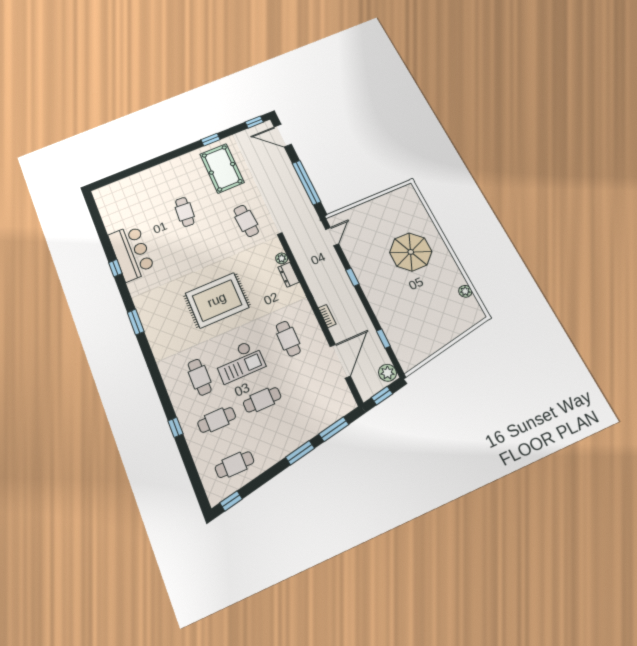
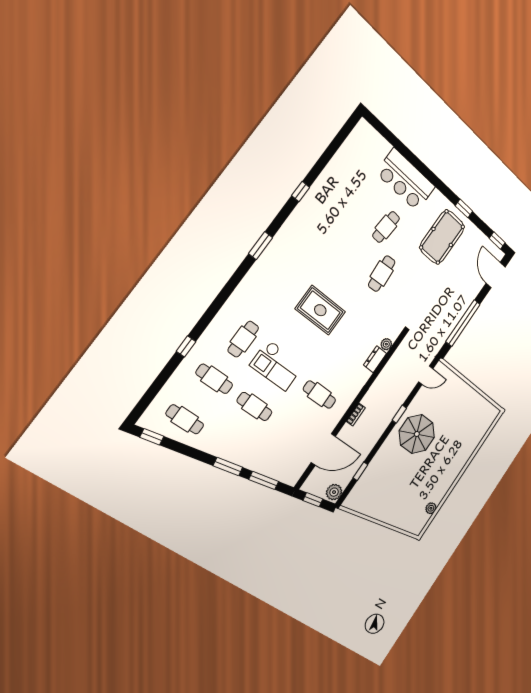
cafe table: (246, 221) -> (382, 274), moved
parasol: (411, 252) -> (417, 434), moved
bar counter: (131, 253) -> (406, 180), moved, turned 90
rug: (217, 300) -> (320, 310), width x0.73, depth x0.69
cafe table: (288, 339) -> (319, 395), turned 90

